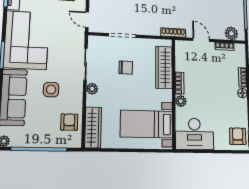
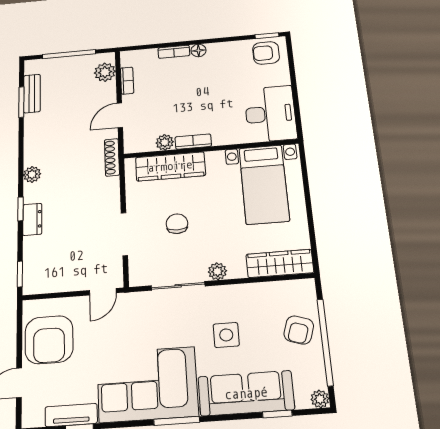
plant: (181, 101) -> (165, 142), moved
armchair: (69, 122) -> (299, 330), moved, turned -72

